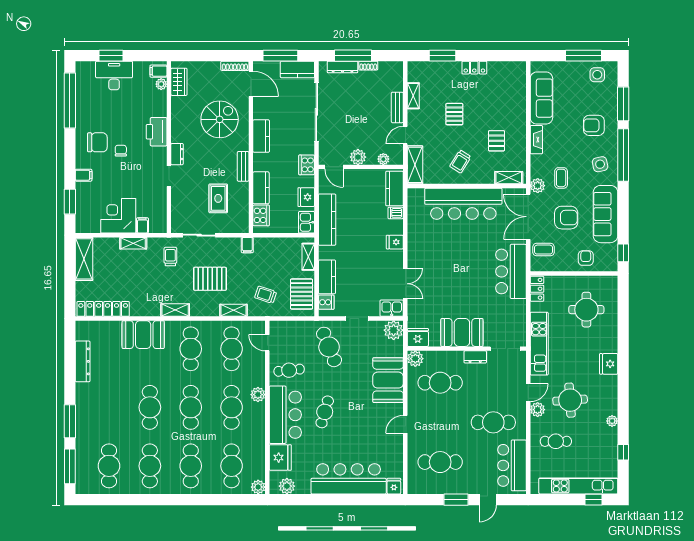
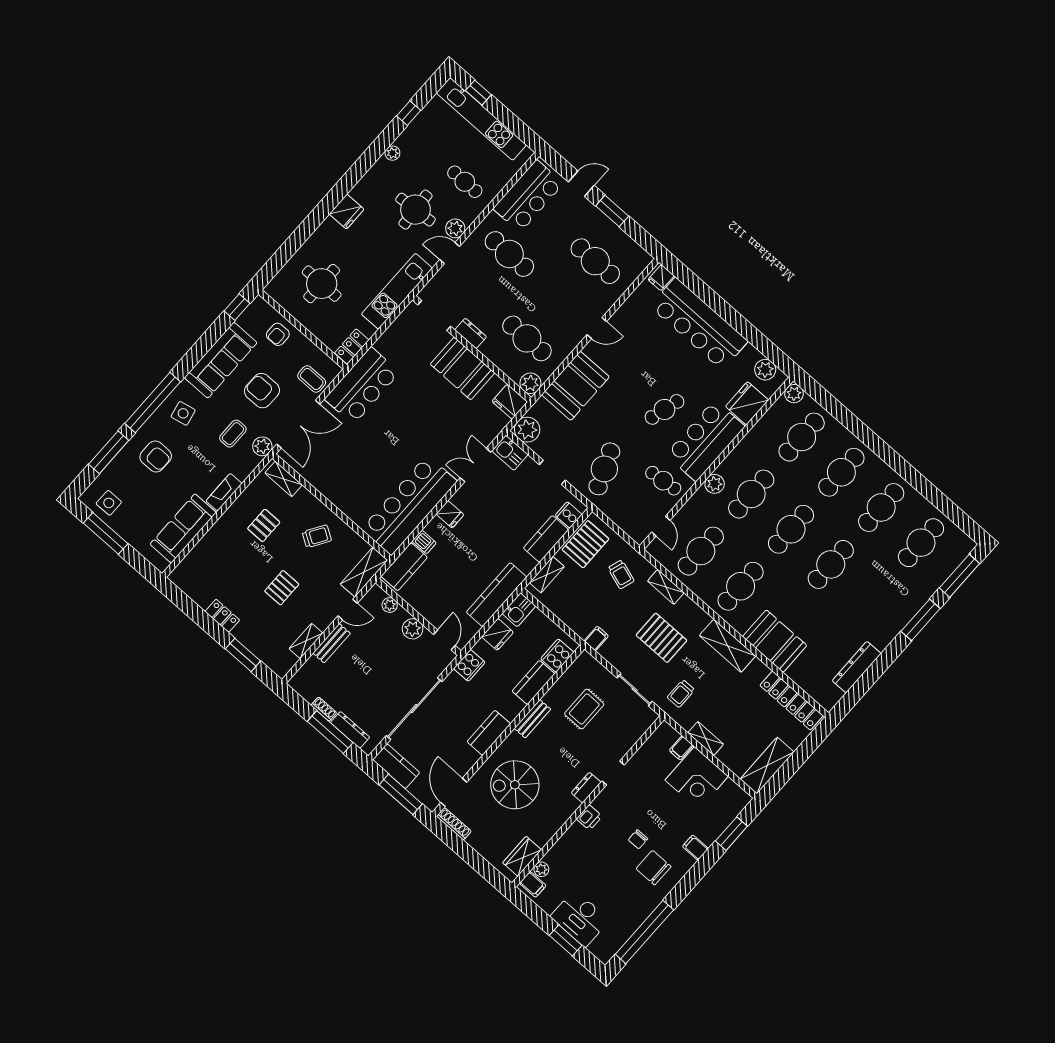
printer: (157, 132) -> (589, 818), width x0.53, depth x0.68
bar counter: (463, 204) -> (409, 505), moved, turned -90
shelving: (175, 310) -> (727, 646), width x1.50, depth x1.33

